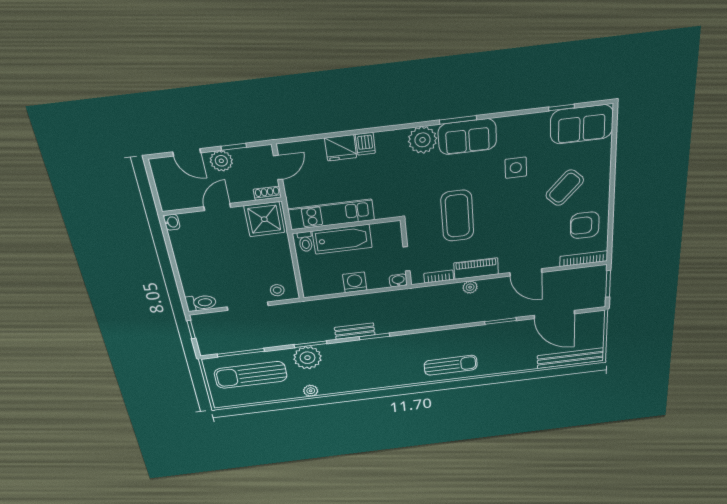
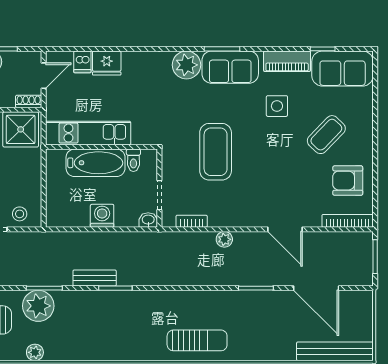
dishwasher: (365, 144) -> (82, 62), moved
toilet: (305, 242) -> (133, 160), moved
piano: (476, 269) -> (287, 61), moved, turned 180

